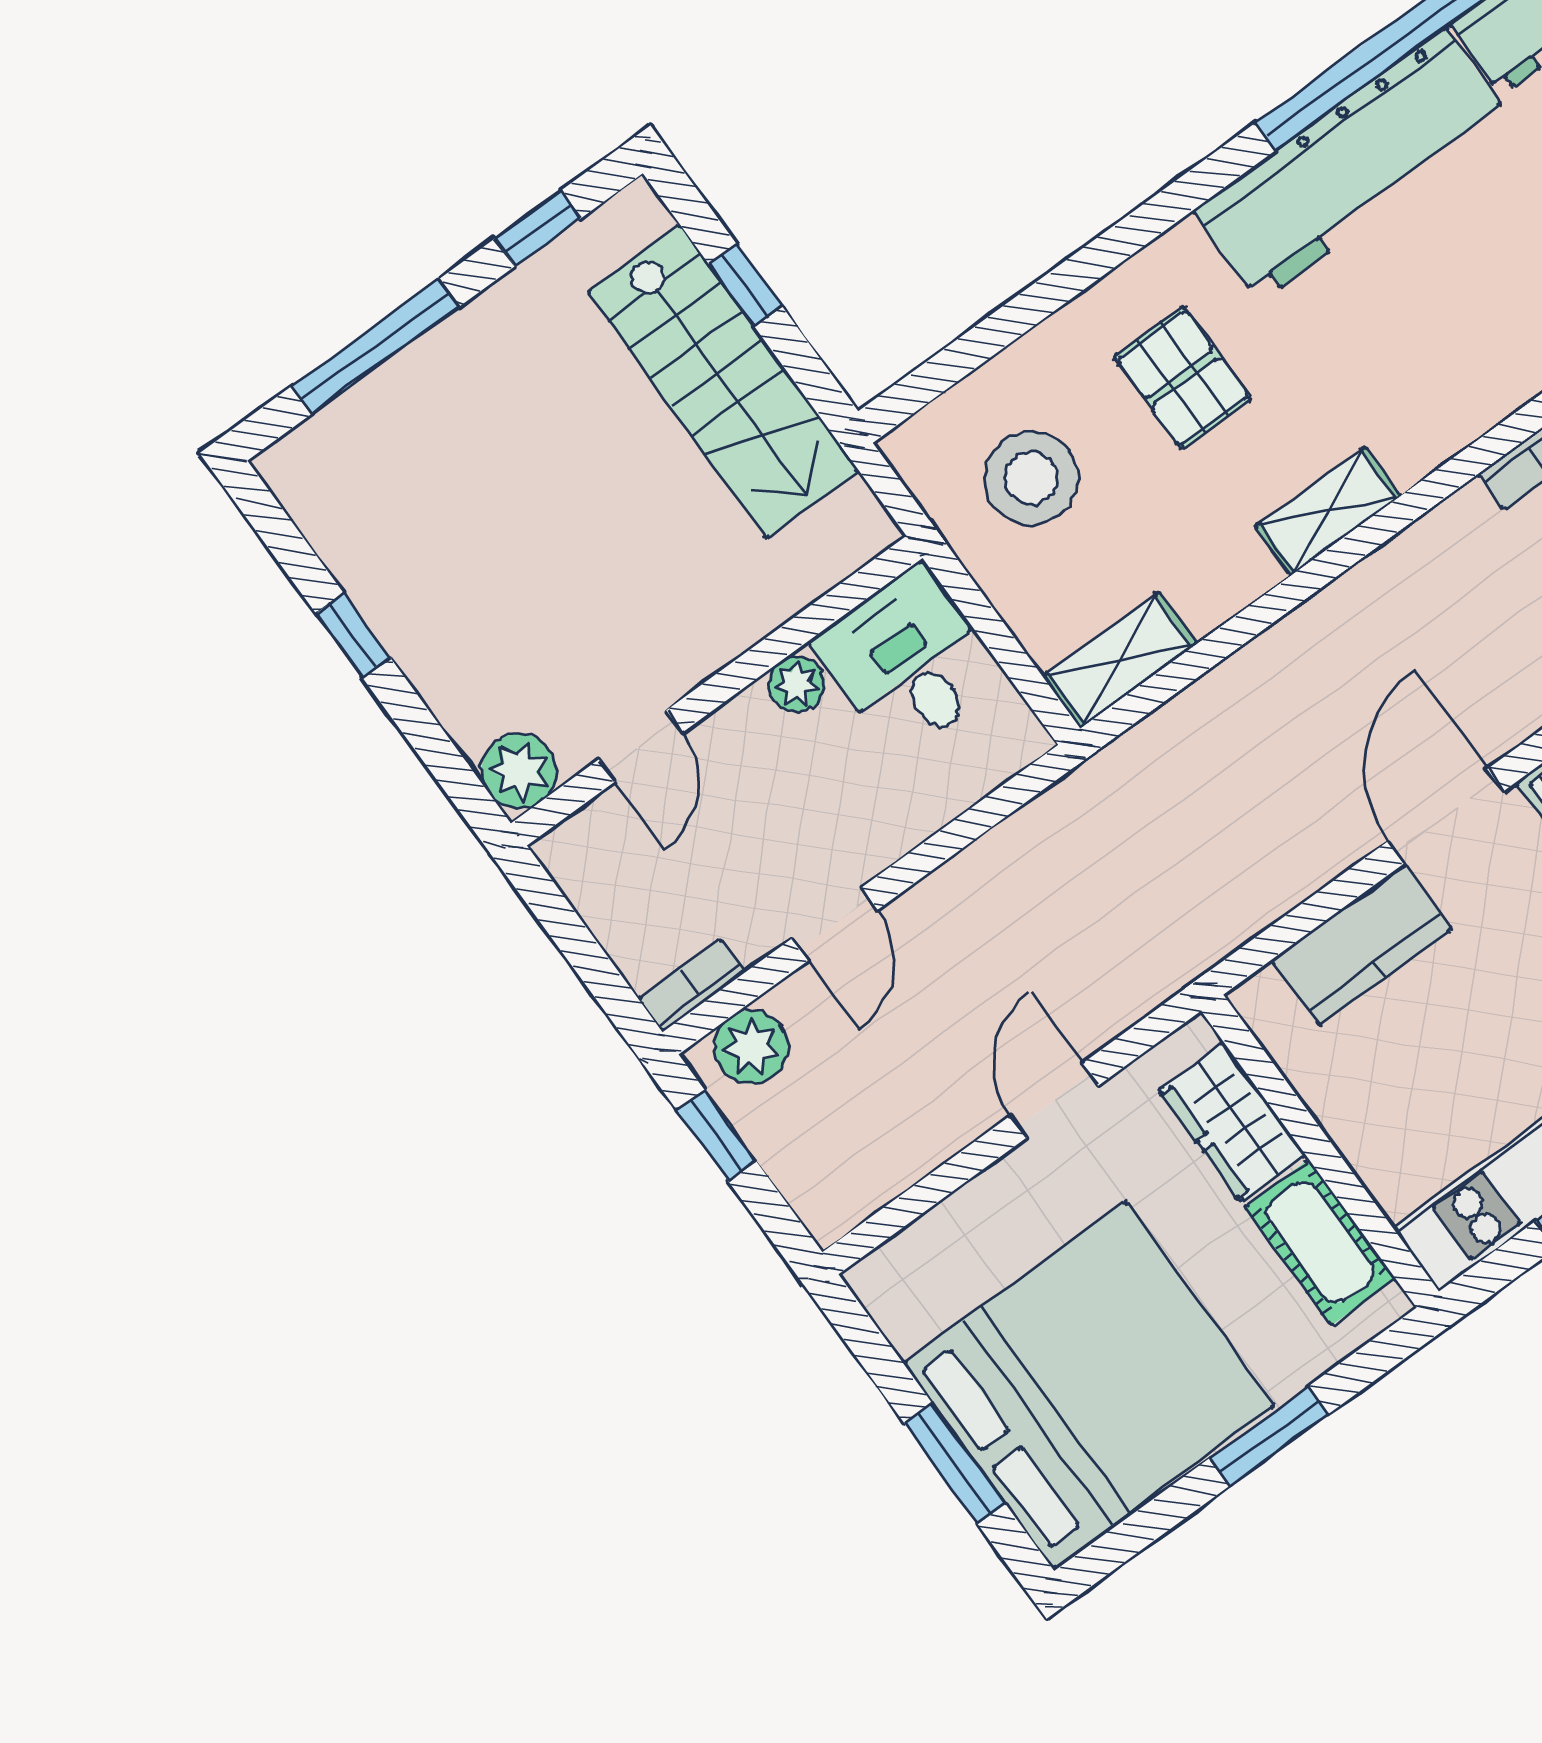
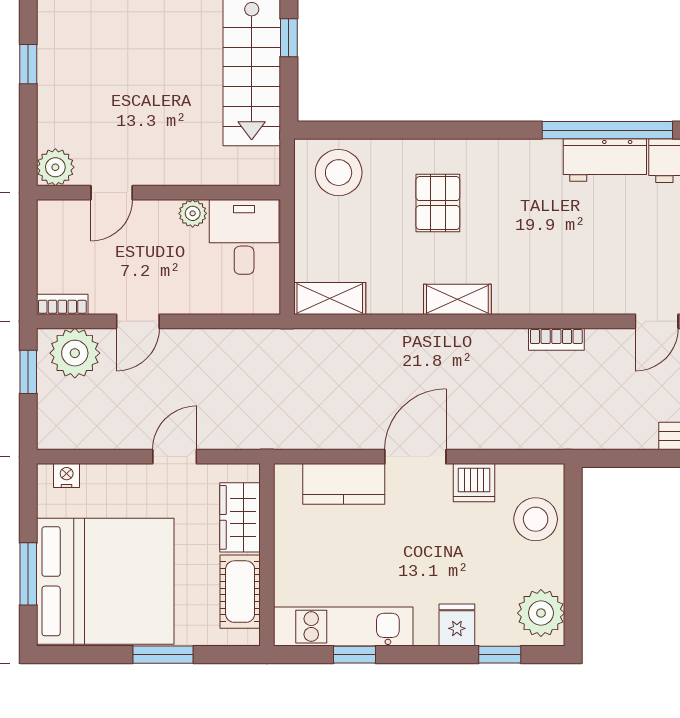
workbench: (1352, 165) -> (605, 160), width x0.53, depth x0.76
stool: (1031, 478) -> (339, 173), moved
plant: (751, 1047) -> (75, 353), width x1.36, depth x1.36
nightstand: (901, 1259) -> (67, 476), added

